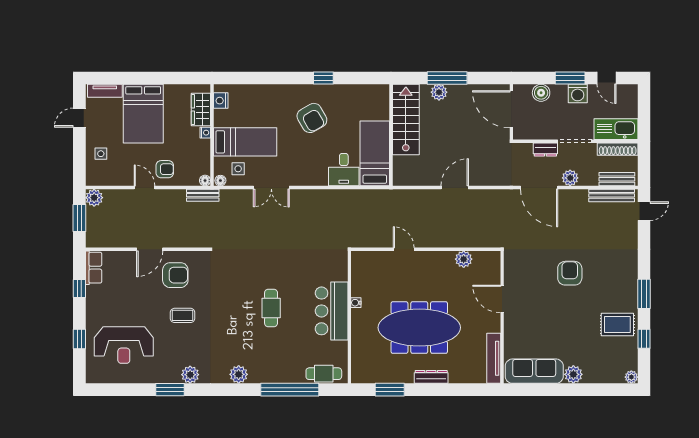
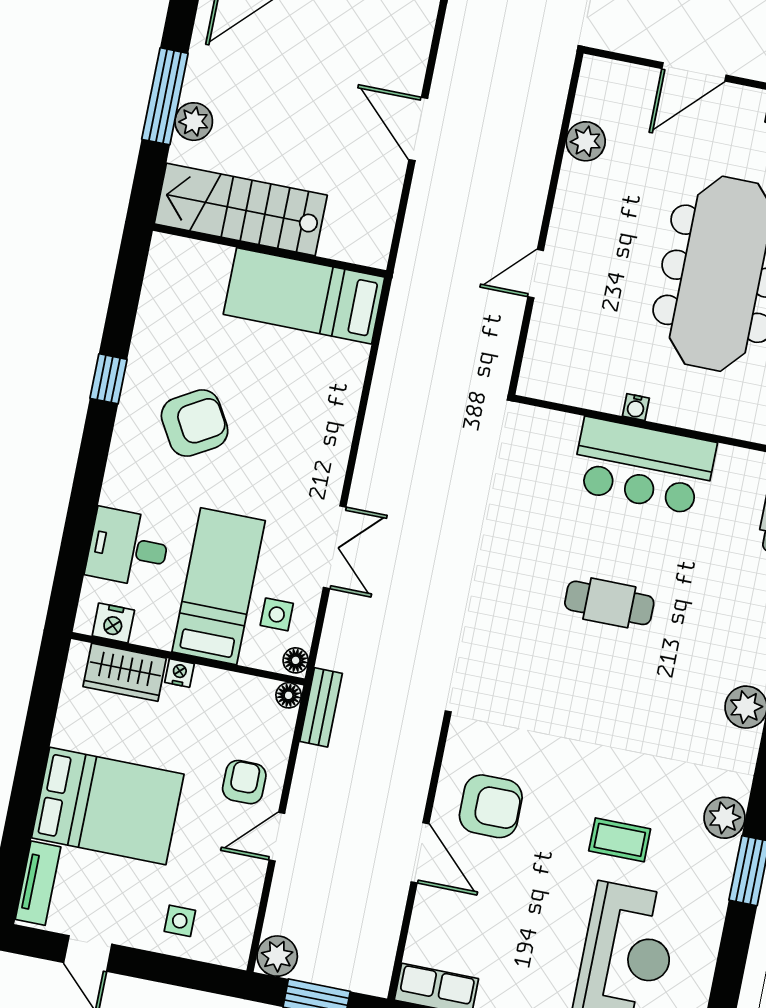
desk: (344, 170) -> (128, 548), moved, turned 180
armchair: (175, 275) -> (491, 806), turned 90
coffee table: (183, 315) -> (620, 840), moved, turned 90

